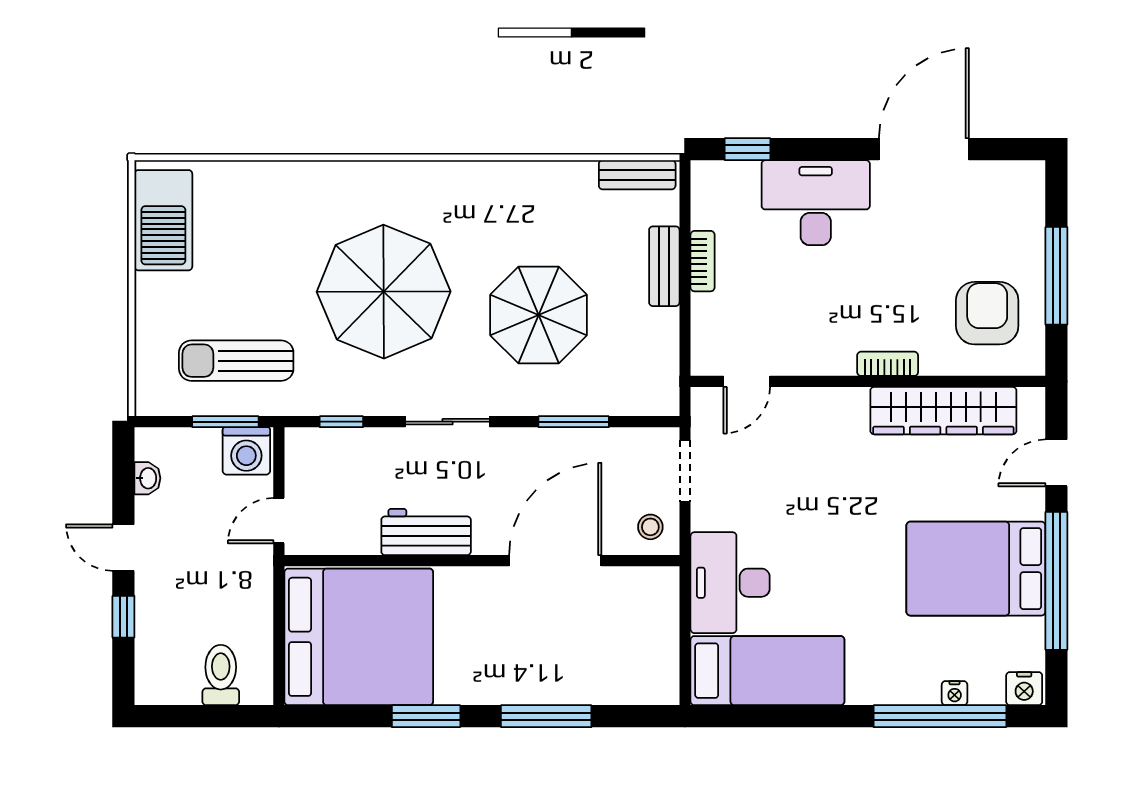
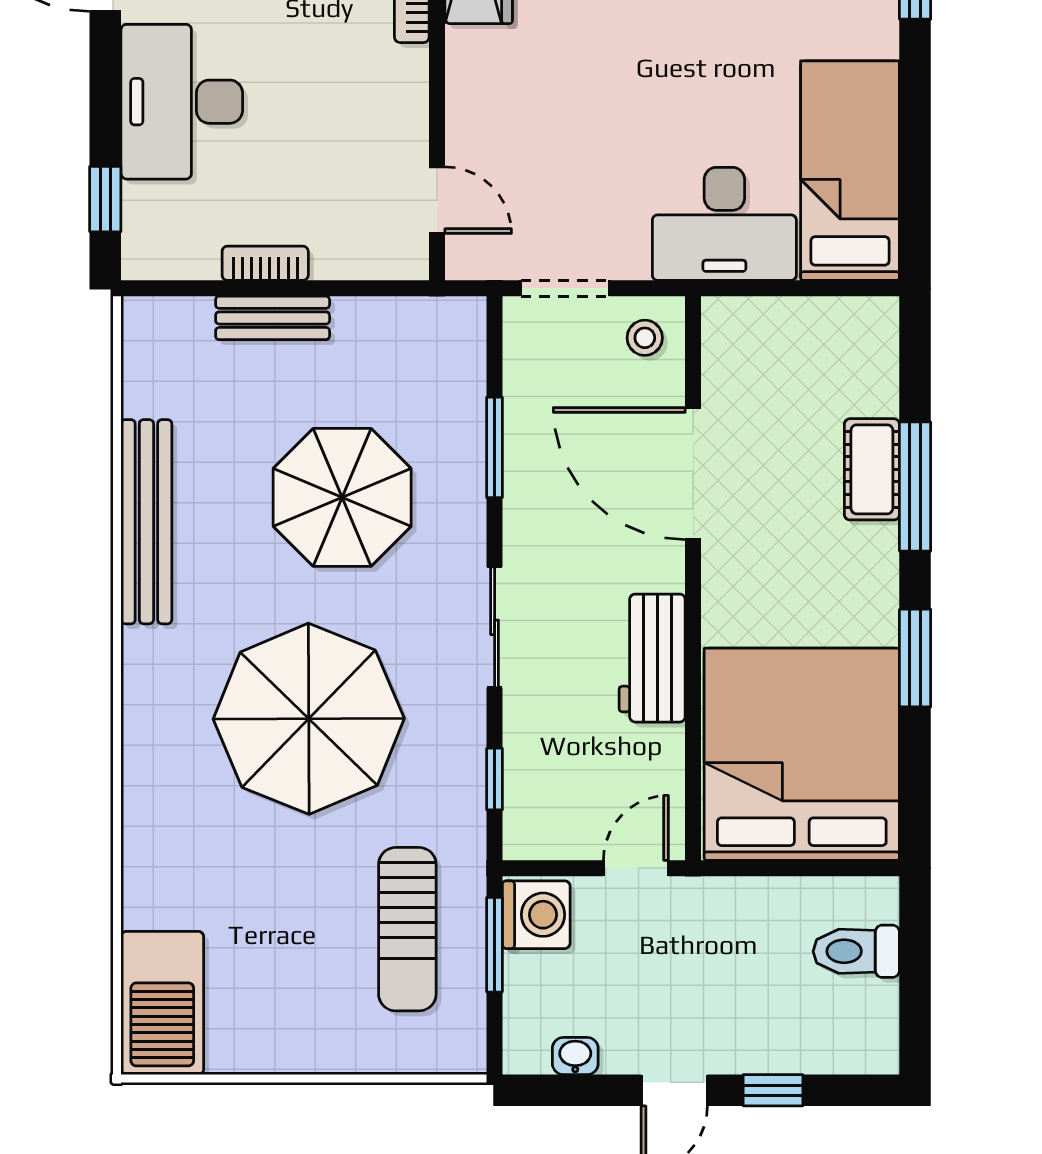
bench: (637, 175) -> (146, 522), moved, width x1.86, depth x1.21
barbecue: (163, 220) -> (162, 1003), moved, turned 90
door: (279, 521) -> (636, 868), swing flipped
cot: (558, 686) -> (872, 469), added

